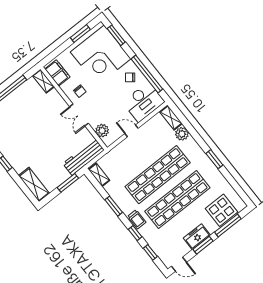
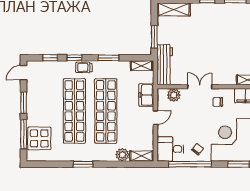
desk: (144, 102) -> (170, 149), width x0.73
freezer: (197, 237) -> (146, 95), moved, turned 180

